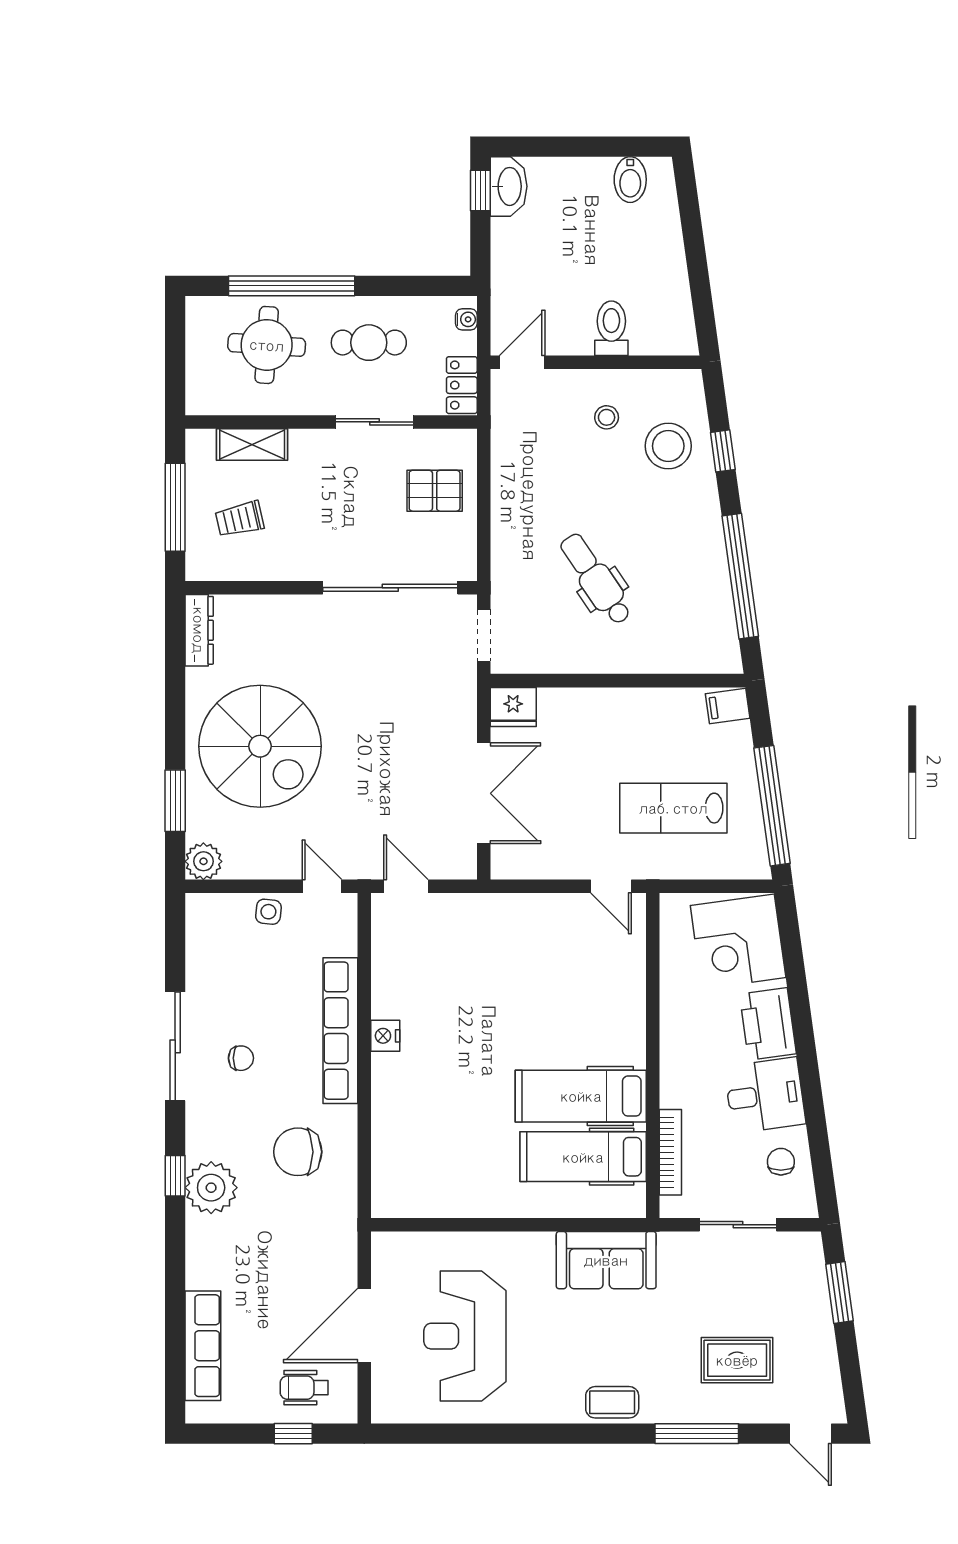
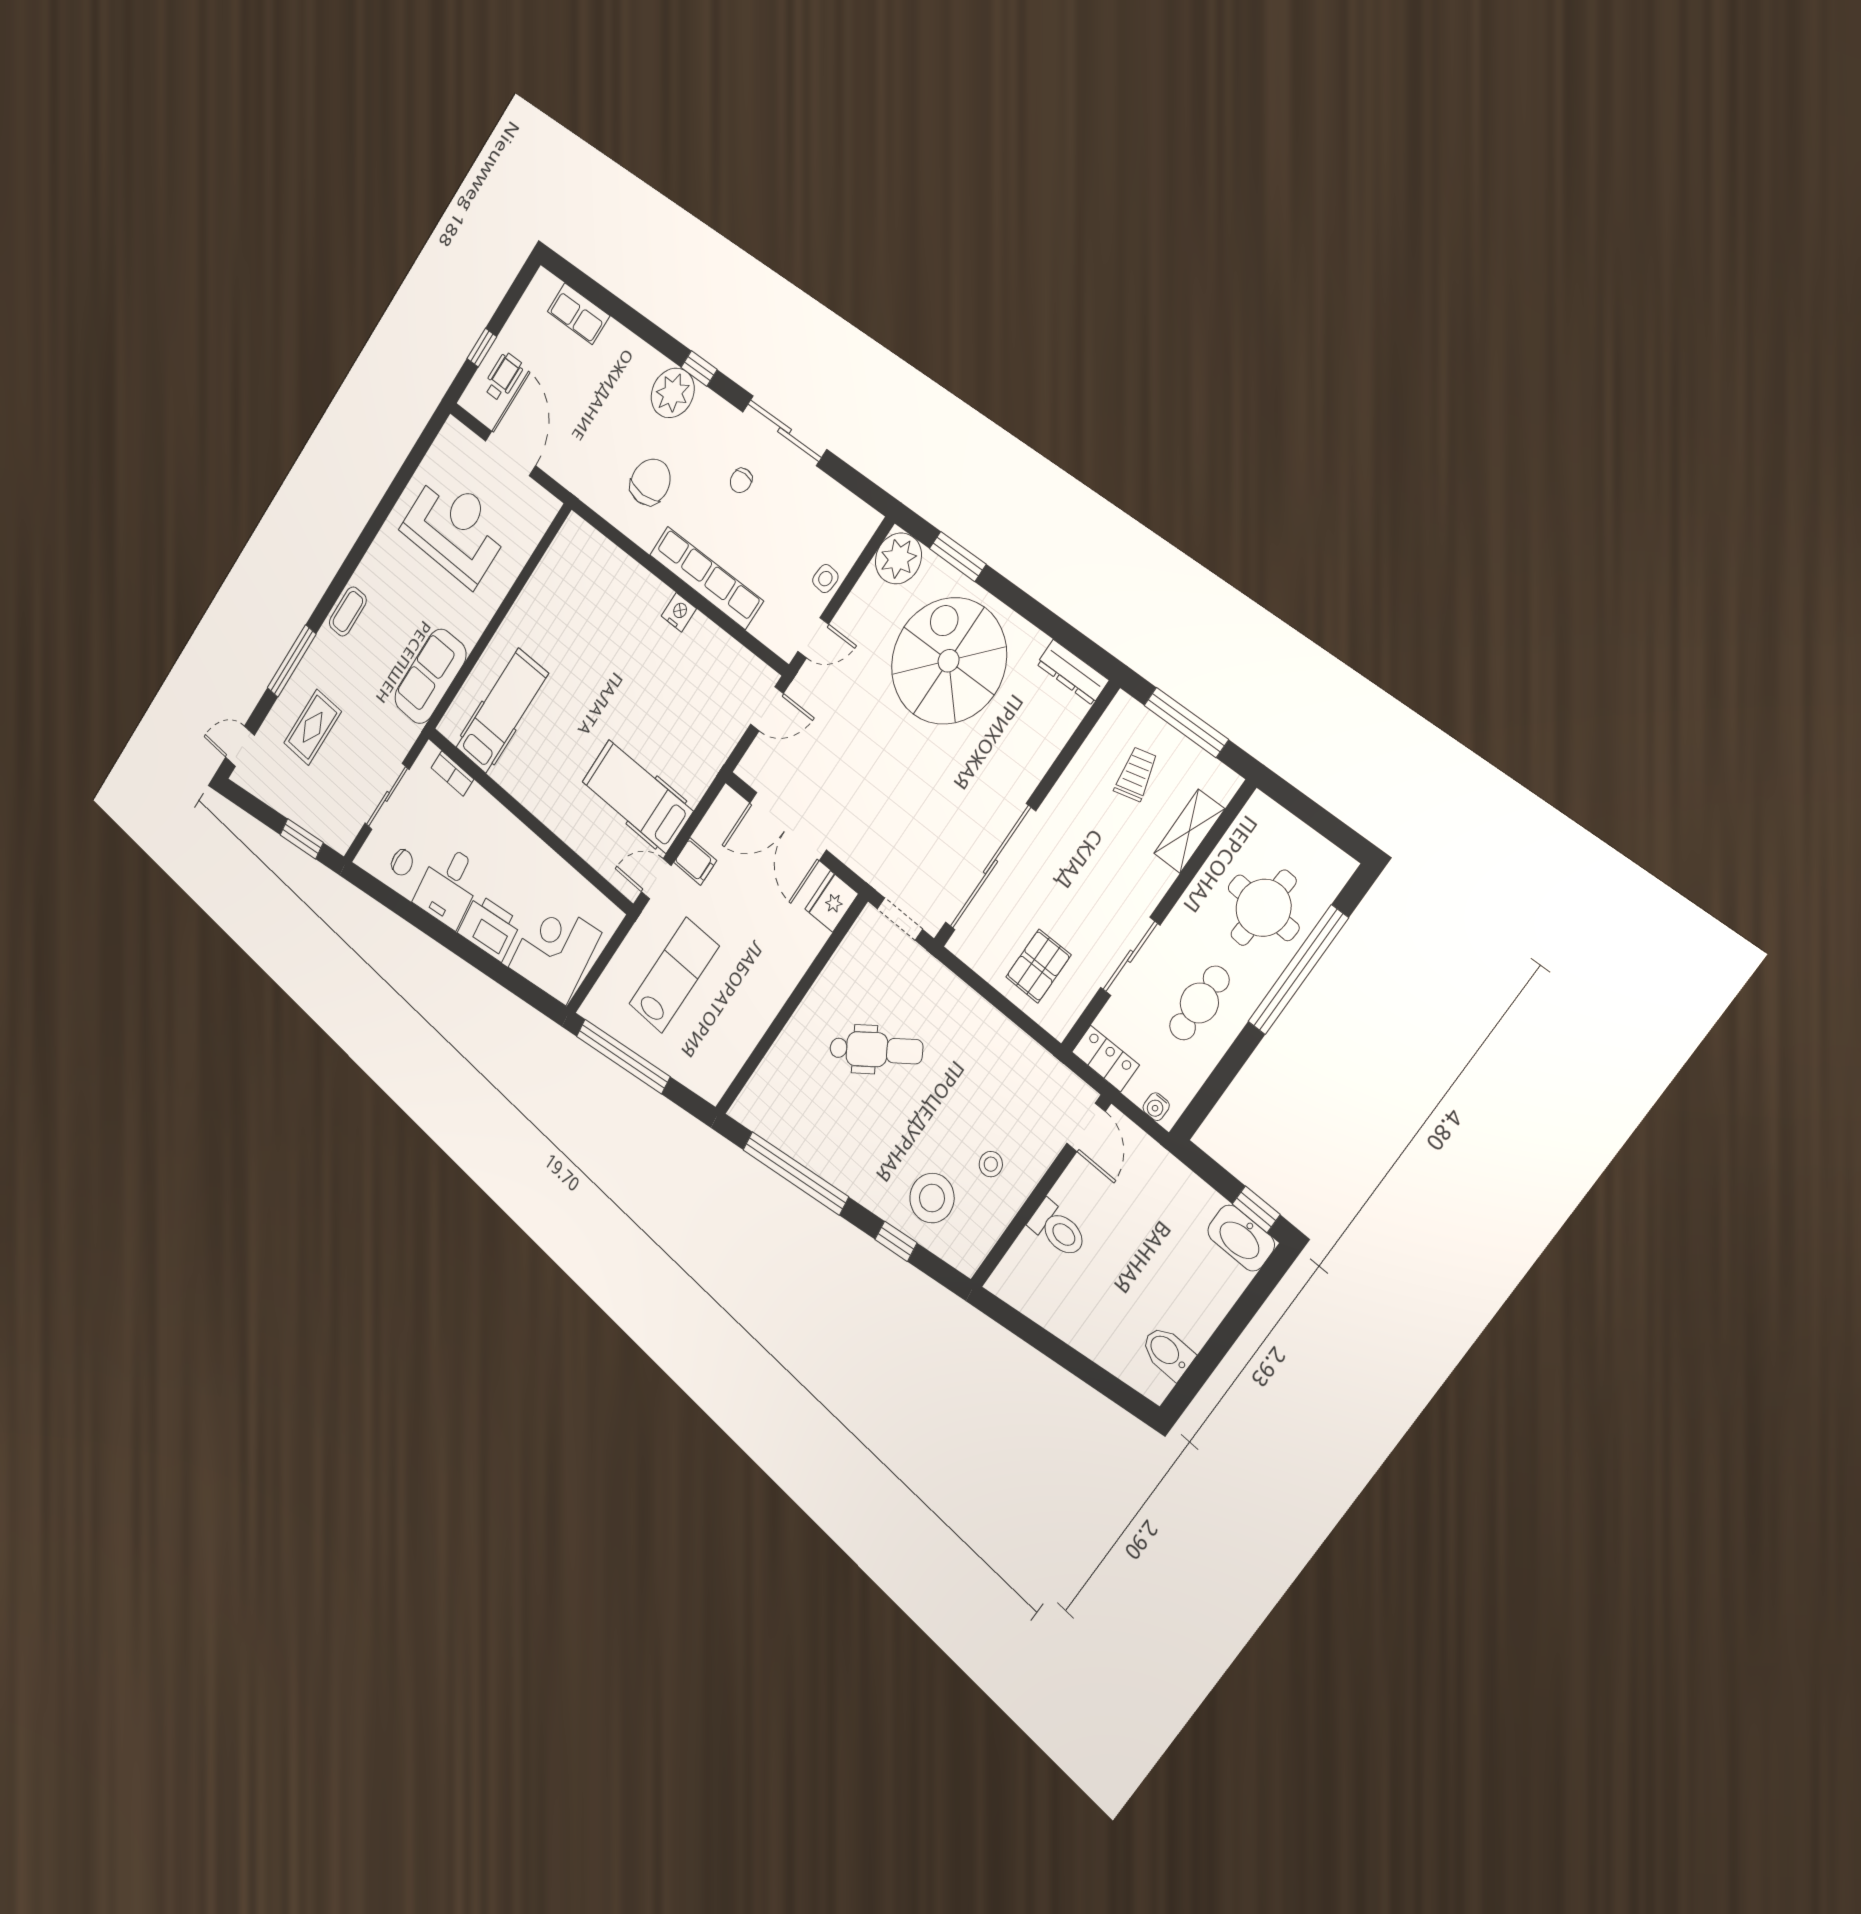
filing cabinet: (728, 706) -> (695, 861), moved, turned 98
spiral stairs: (260, 746) -> (949, 661), turned 90
plant: (203, 861) -> (898, 558), width x1.36, depth x1.36
hospital bed: (581, 1096) -> (637, 796), moved, turned -90
bookcase: (670, 1152) -> (452, 773), width x0.64
row of seats: (203, 1346) -> (579, 314), width x0.68

